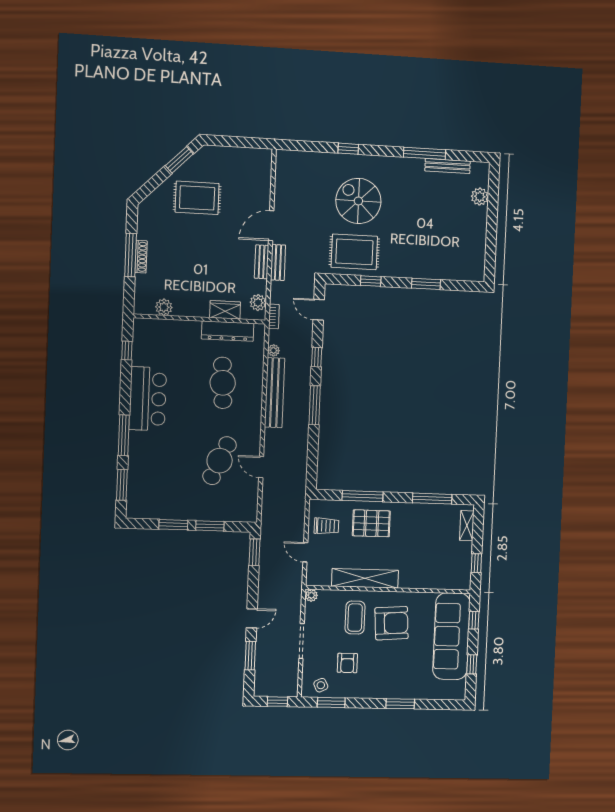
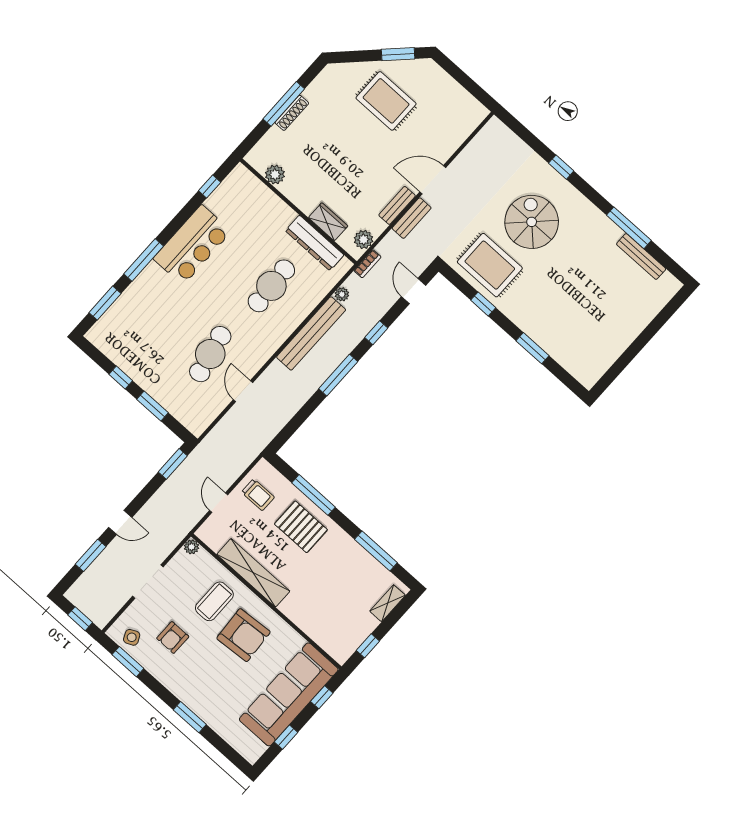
plant: (480, 197) -> (649, 309), removed
cafe table: (220, 461) -> (210, 354), turned -36
window: (173, 525) -> (121, 378), width x0.67

